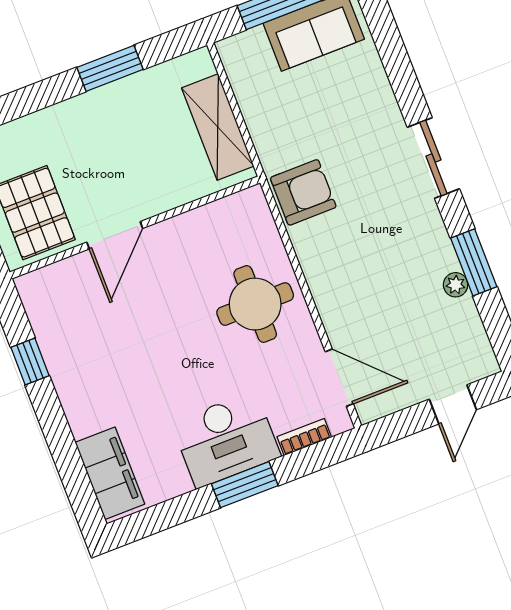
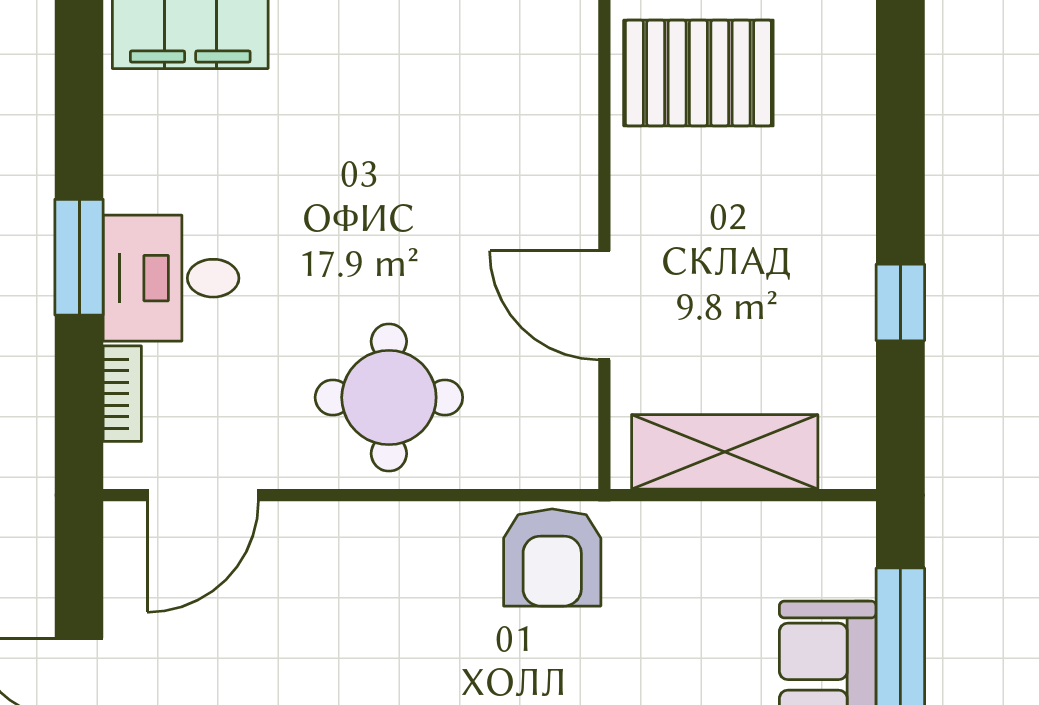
window: (110, 68) -> (900, 302), width x0.67
door: (115, 235) -> (604, 305), moved
desk: (226, 439) -> (171, 278), width x0.73

